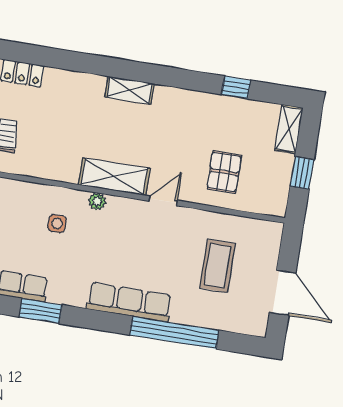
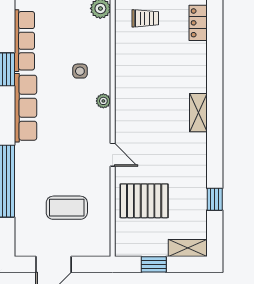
pallet: (224, 172) -> (144, 201), width x1.50, depth x1.42
shelving: (114, 177) -> (126, 111), removed
row of seats: (129, 302) -> (25, 108), moved

